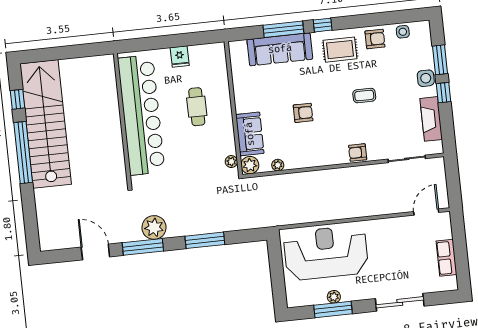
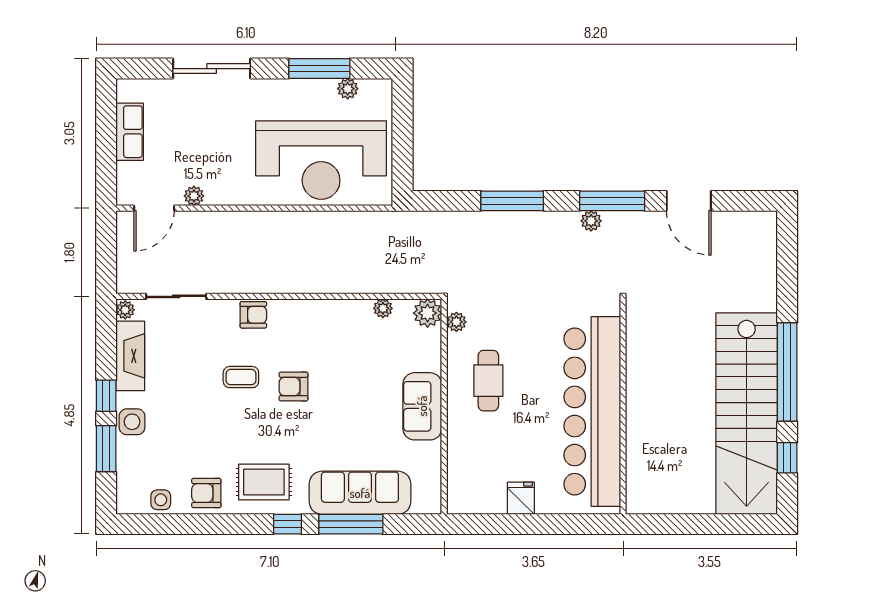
coffee table: (364, 96) -> (241, 377), moved
cafe table: (197, 107) -> (488, 381), moved
armchair: (303, 113) -> (293, 386), moved
sofa: (250, 134) -> (422, 406), moved
plant: (437, 147) -> (125, 310), added
plant: (402, 222) -> (194, 196), added
plant: (154, 227) -> (591, 221), width x0.53, depth x0.53
plant: (334, 297) -> (348, 89), moved

